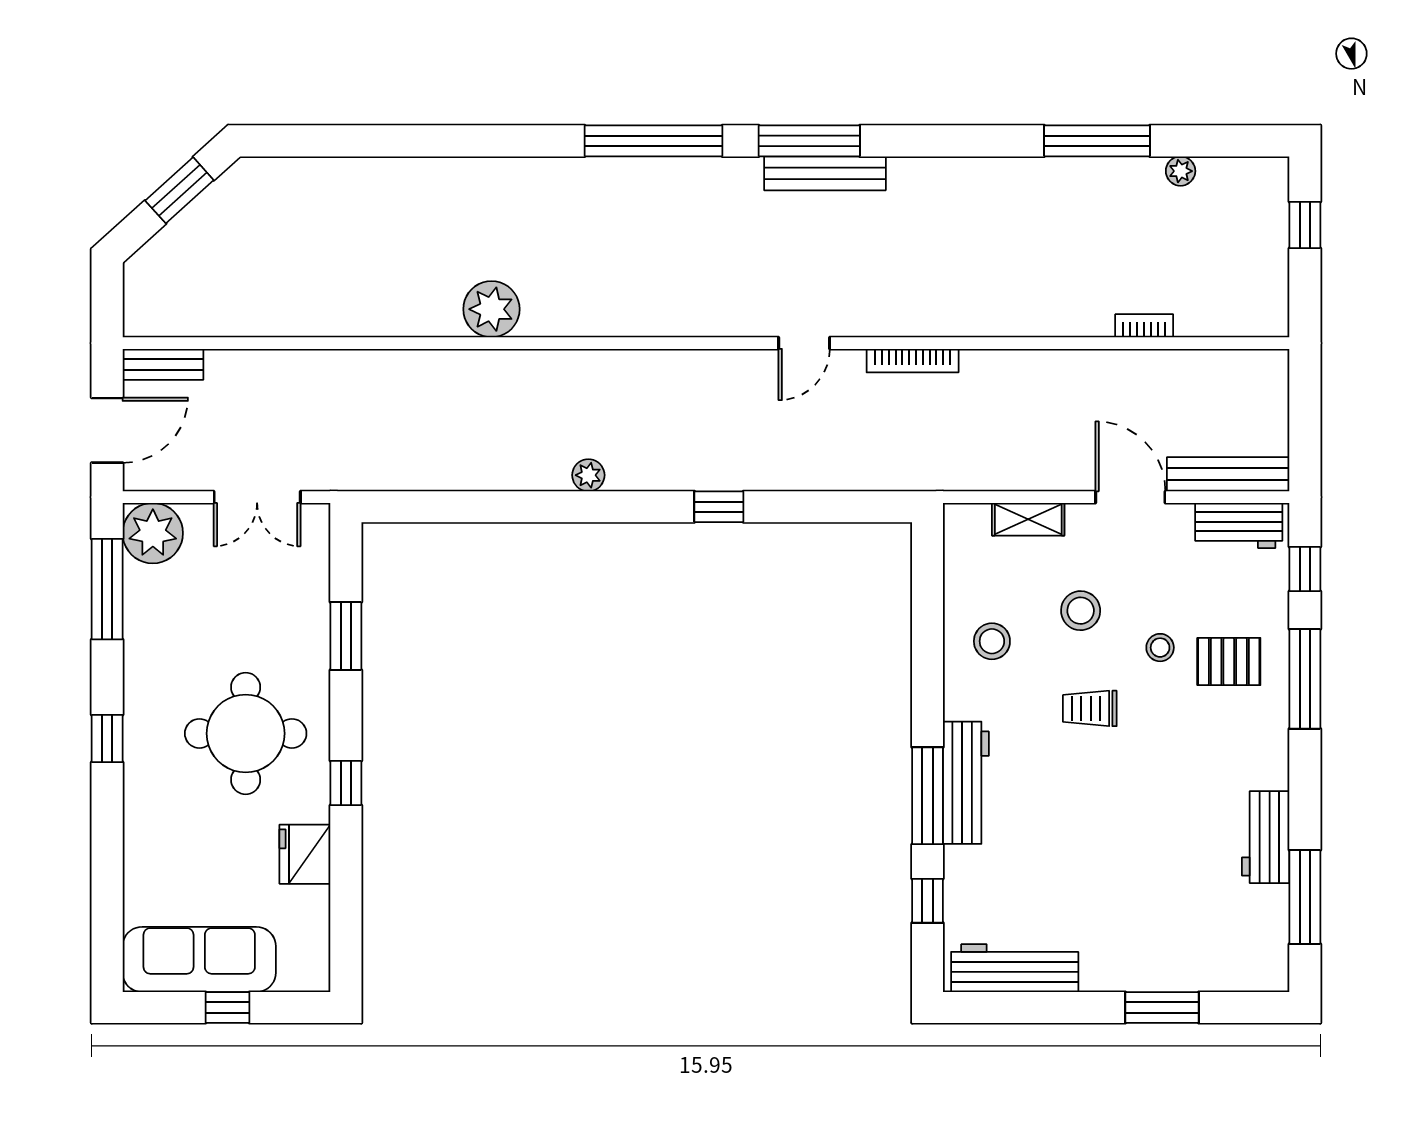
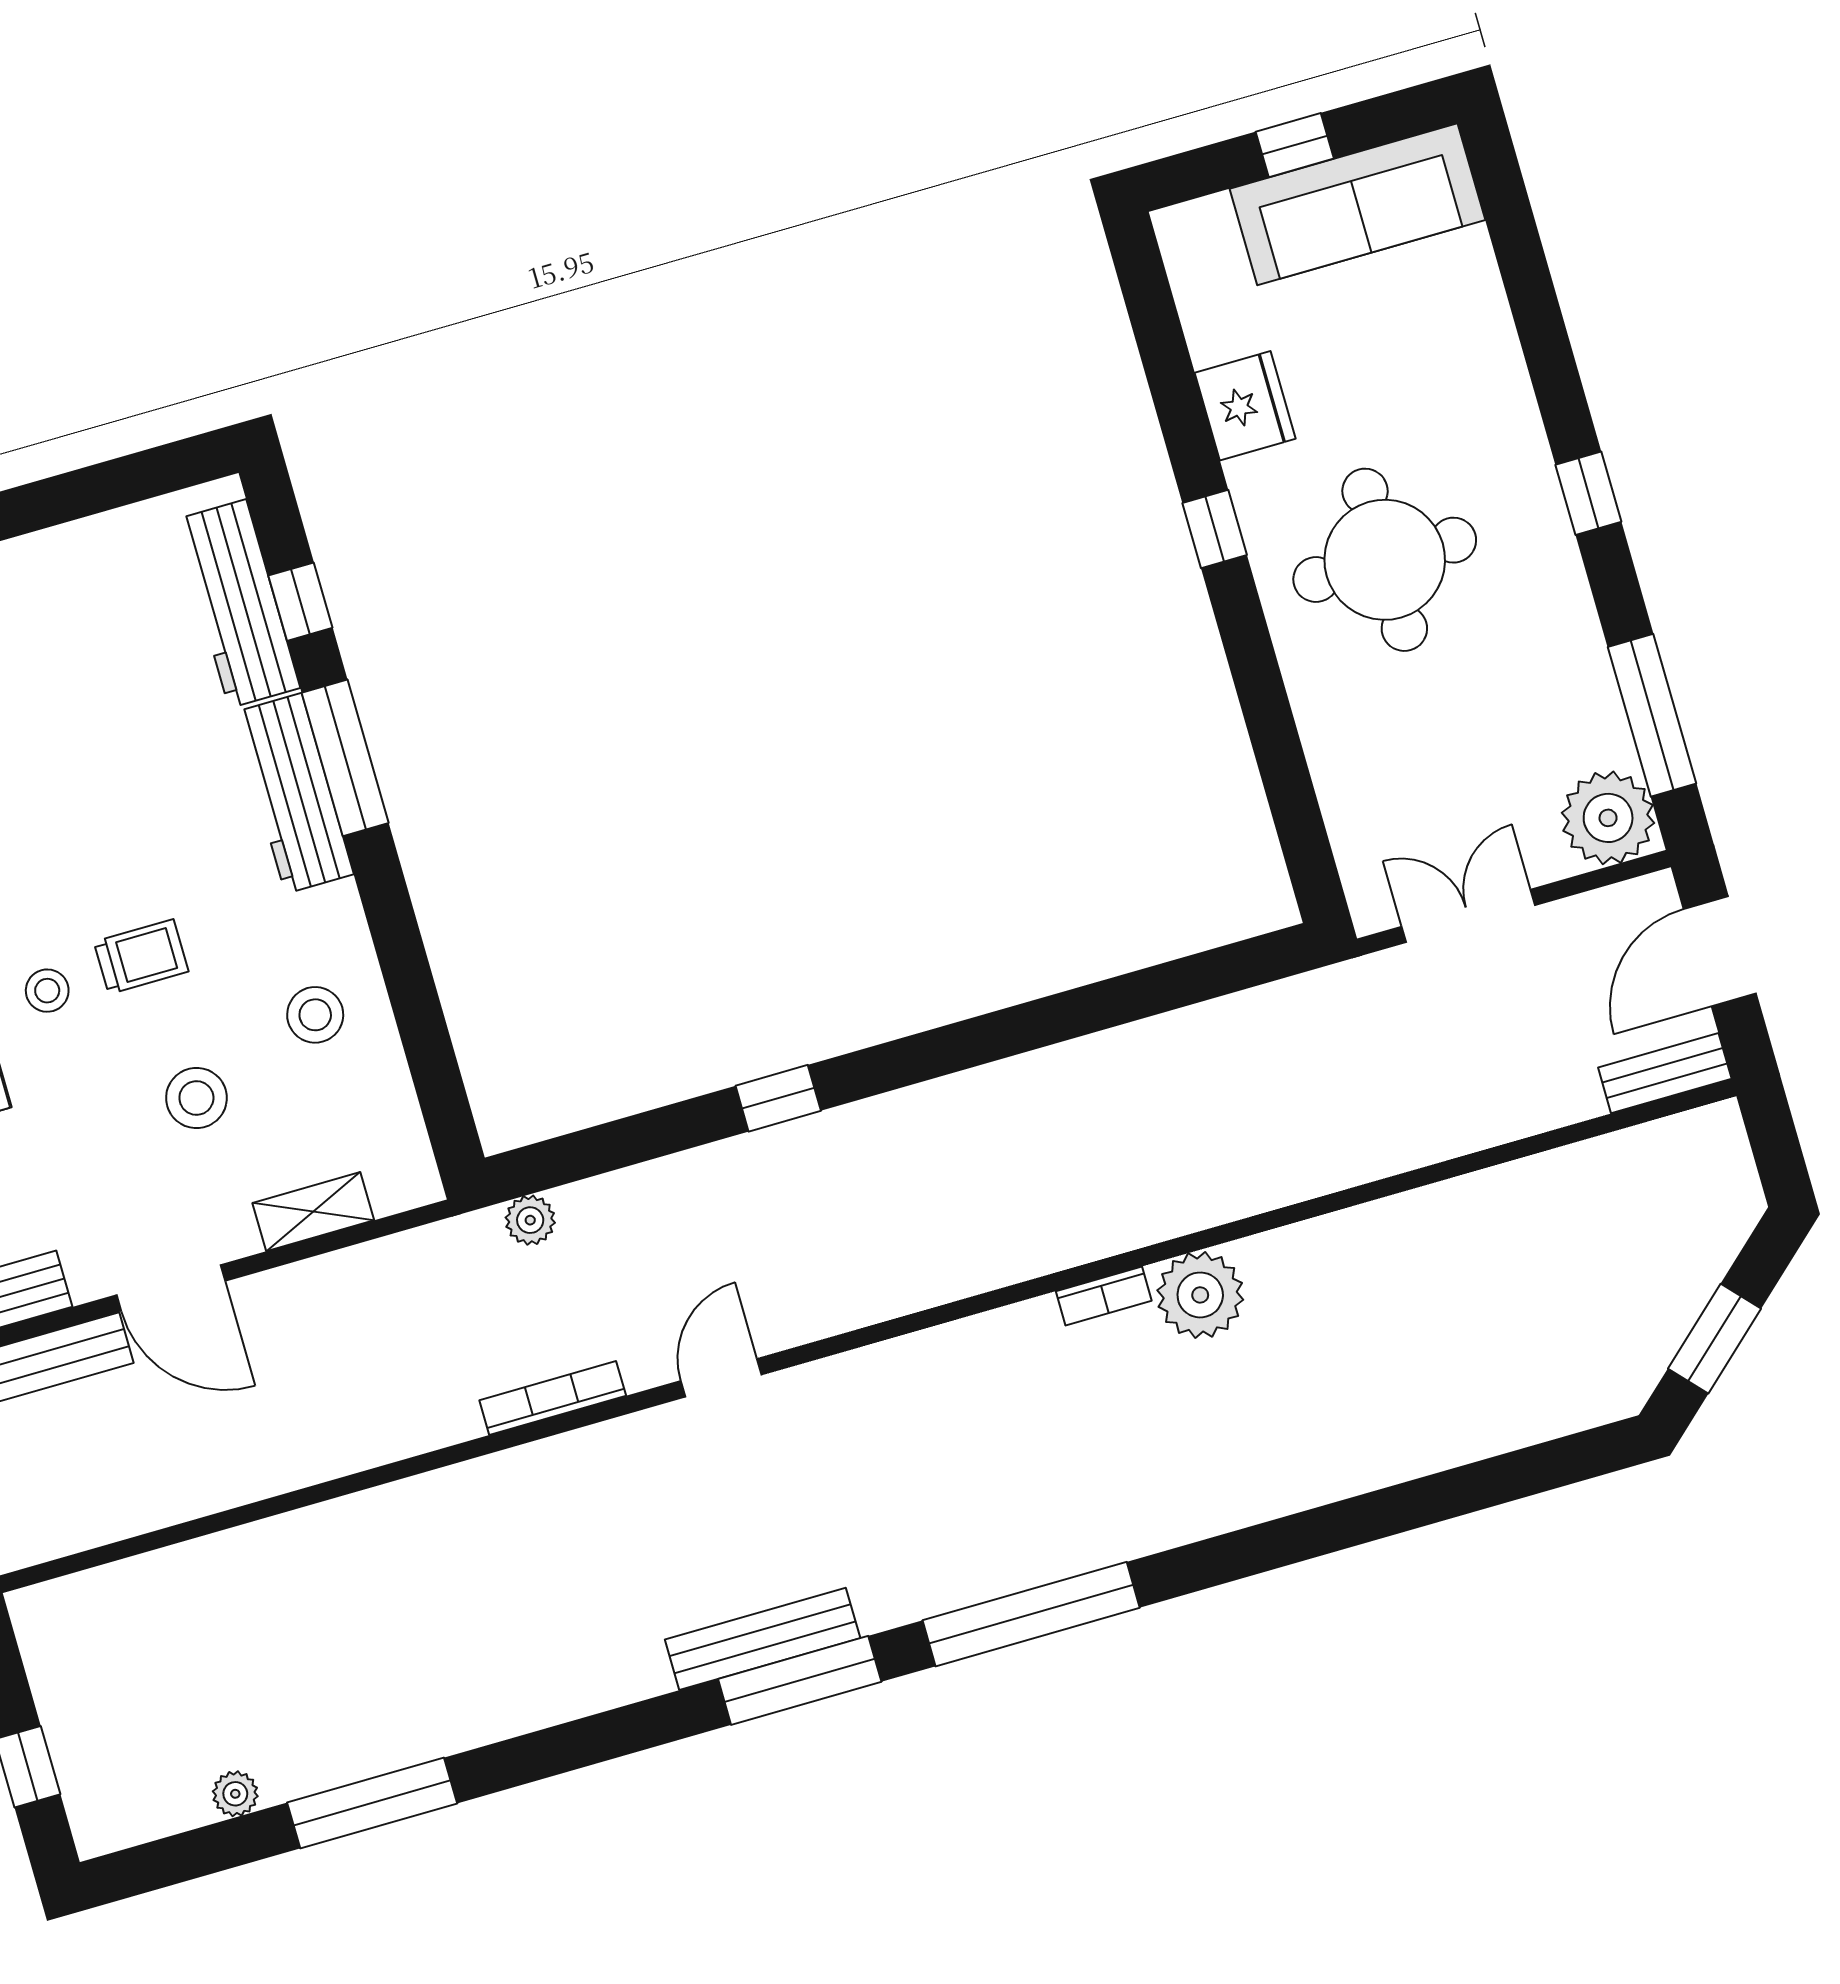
bookcase: (1144, 326) -> (1104, 1296), moved
plant: (588, 475) -> (530, 1220), moved
window: (346, 636) -> (1277, 747), removed
stool: (1160, 648) -> (47, 991), moved
workbench: (1015, 968) -> (238, 604), moved, turned 90

